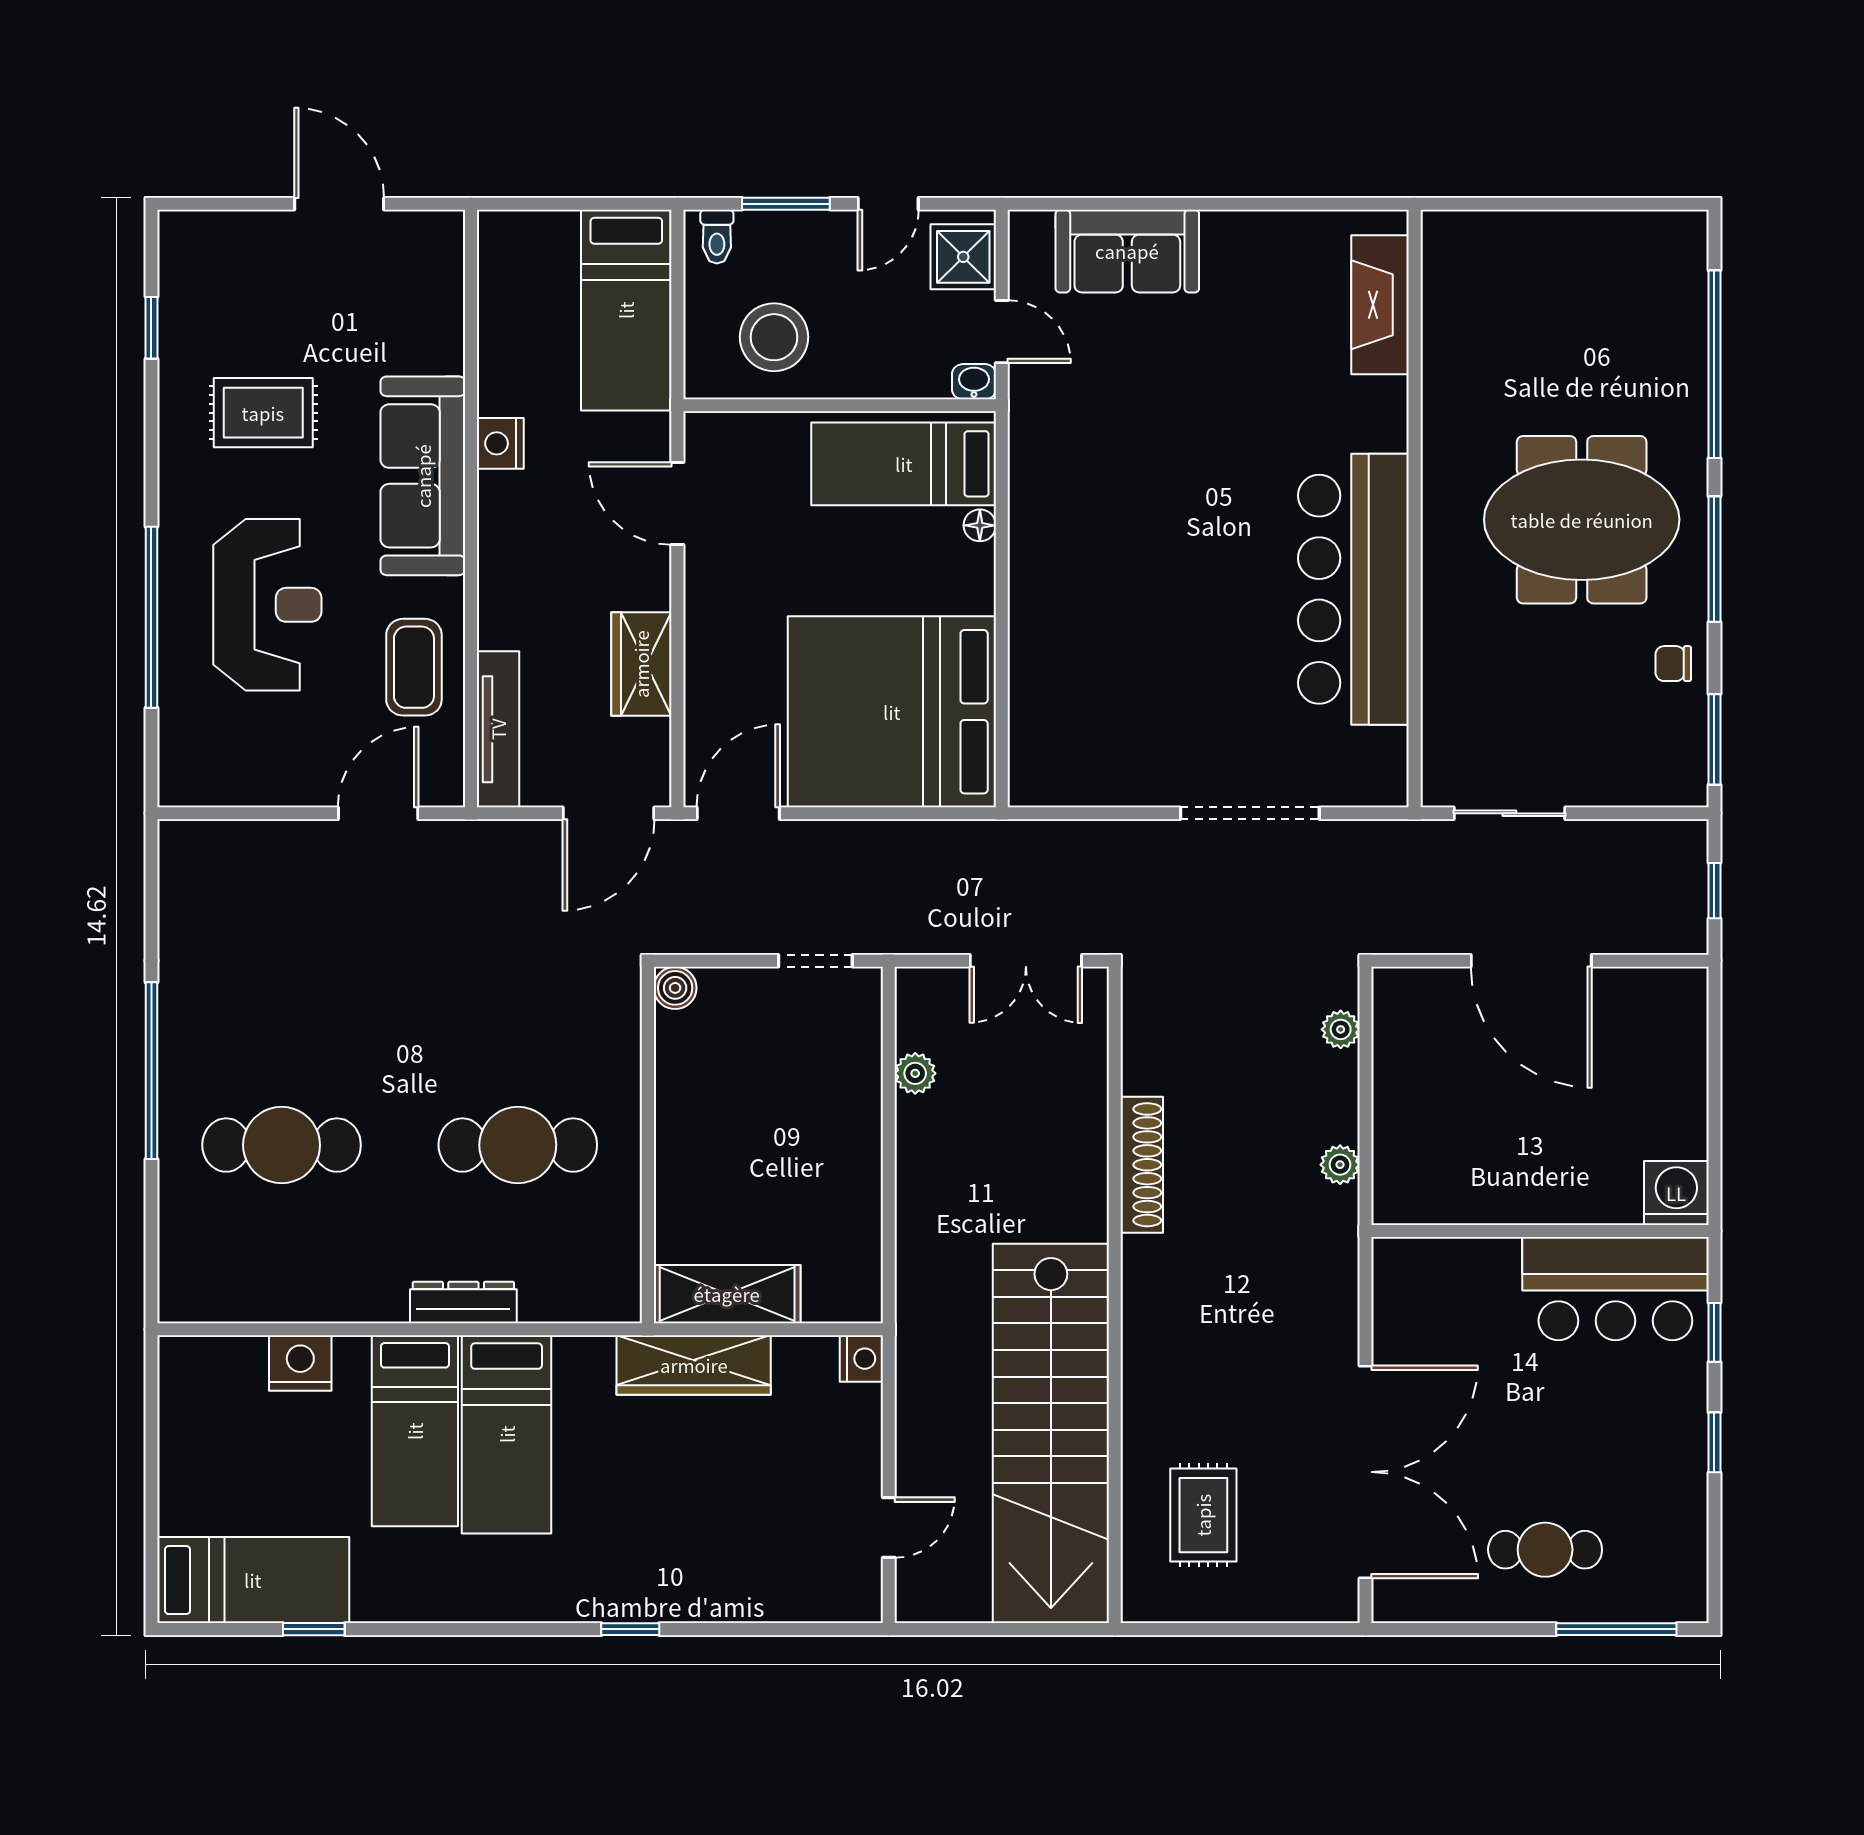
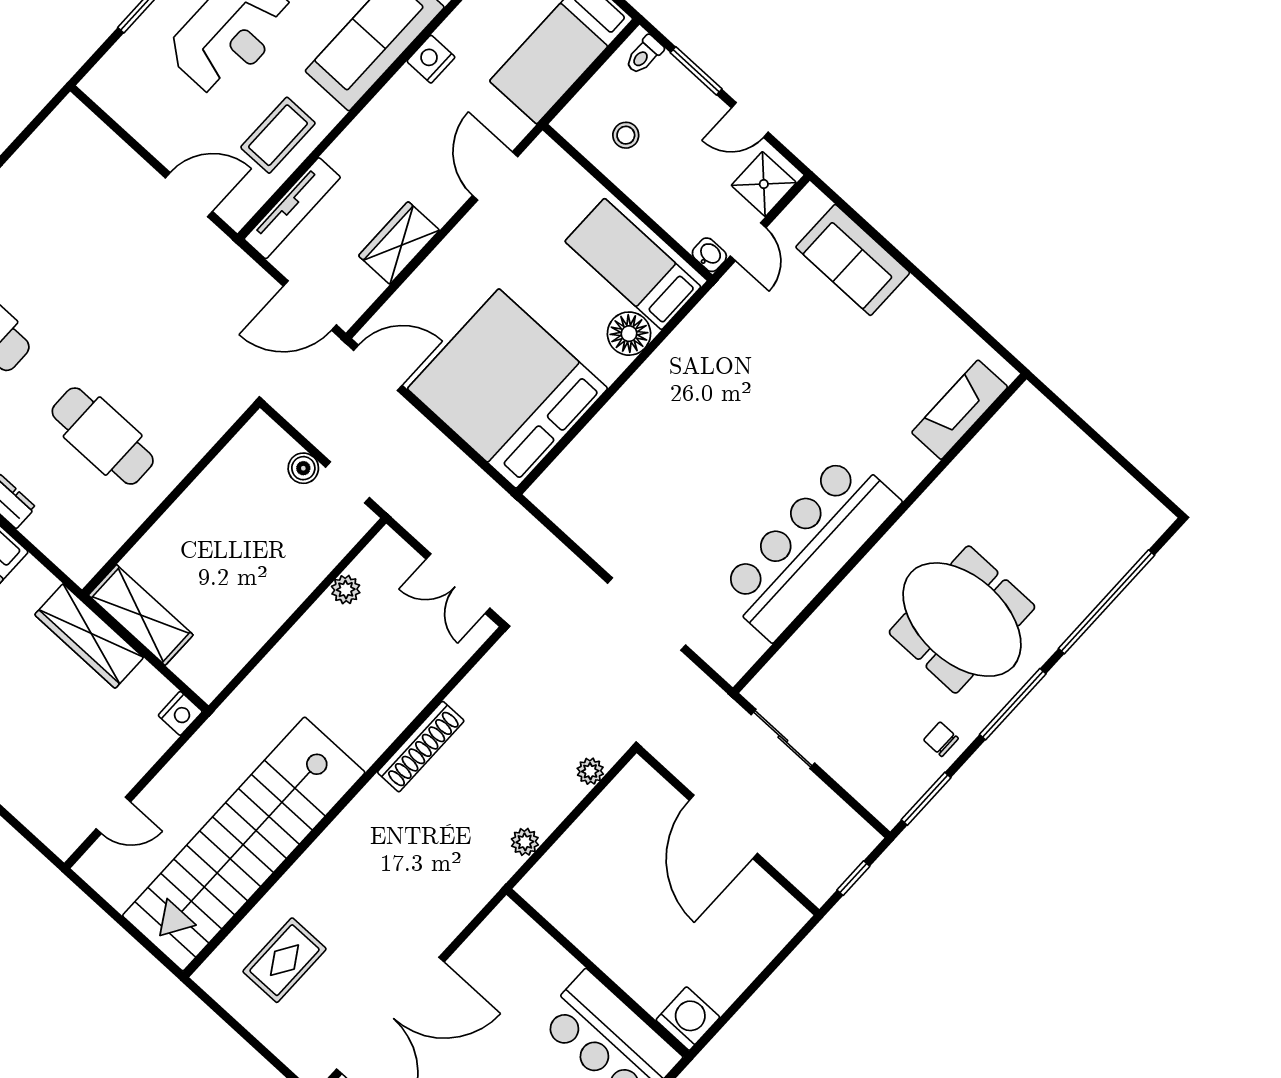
stool: (774, 337) -> (626, 135), width x0.53, depth x0.53
floor lamp: (980, 525) -> (629, 334), width x1.89, depth x1.89
boiler: (675, 988) -> (303, 468), moved

